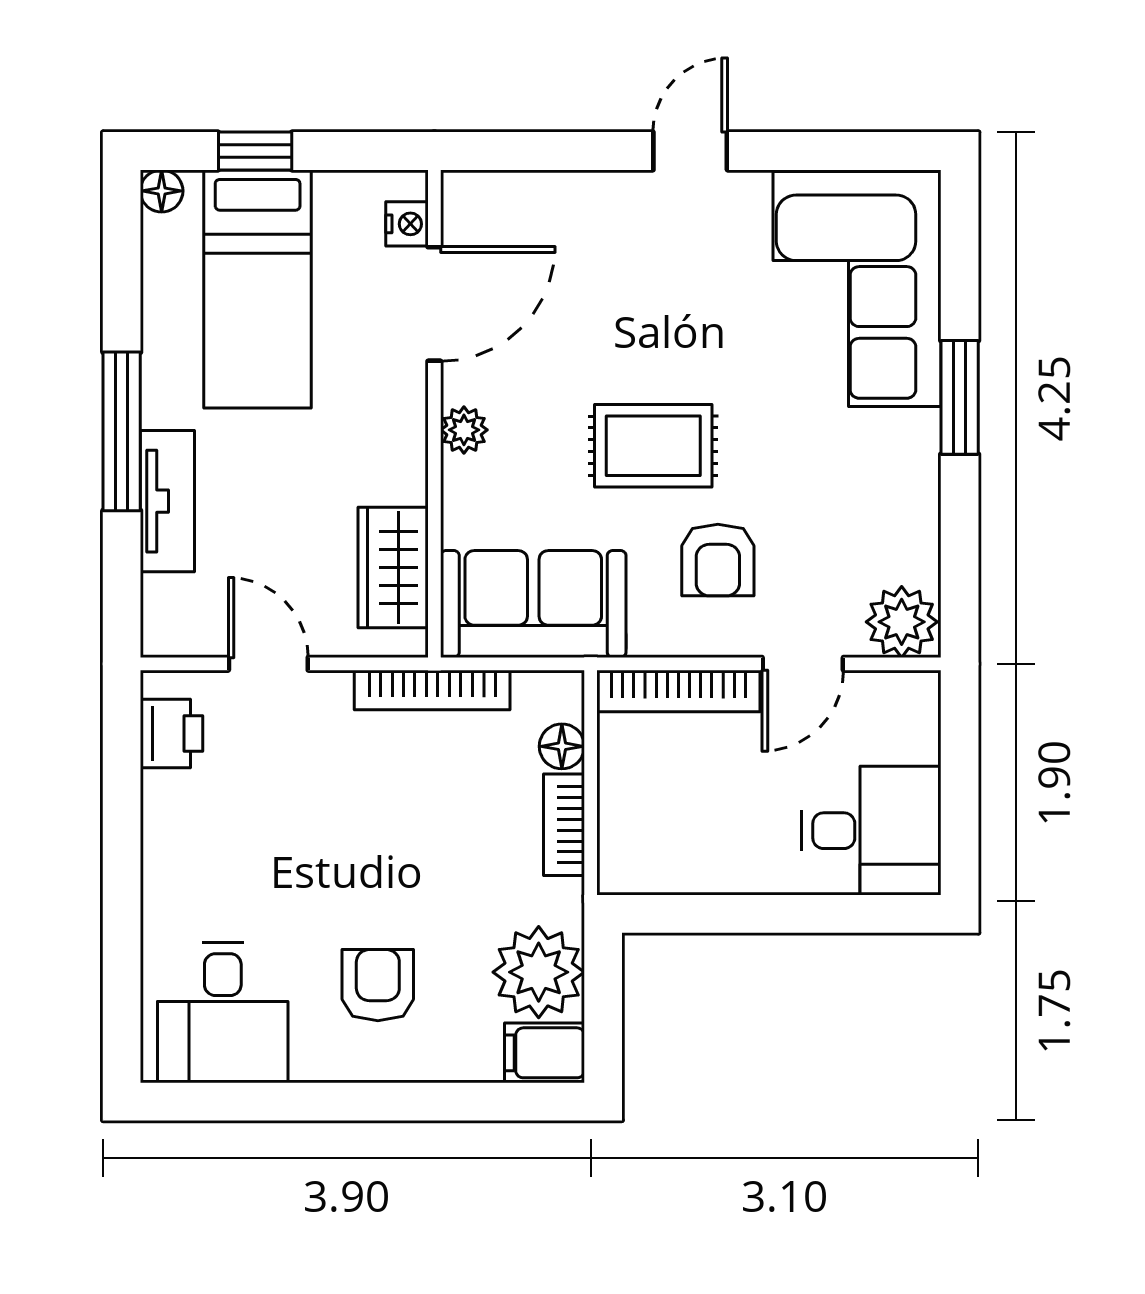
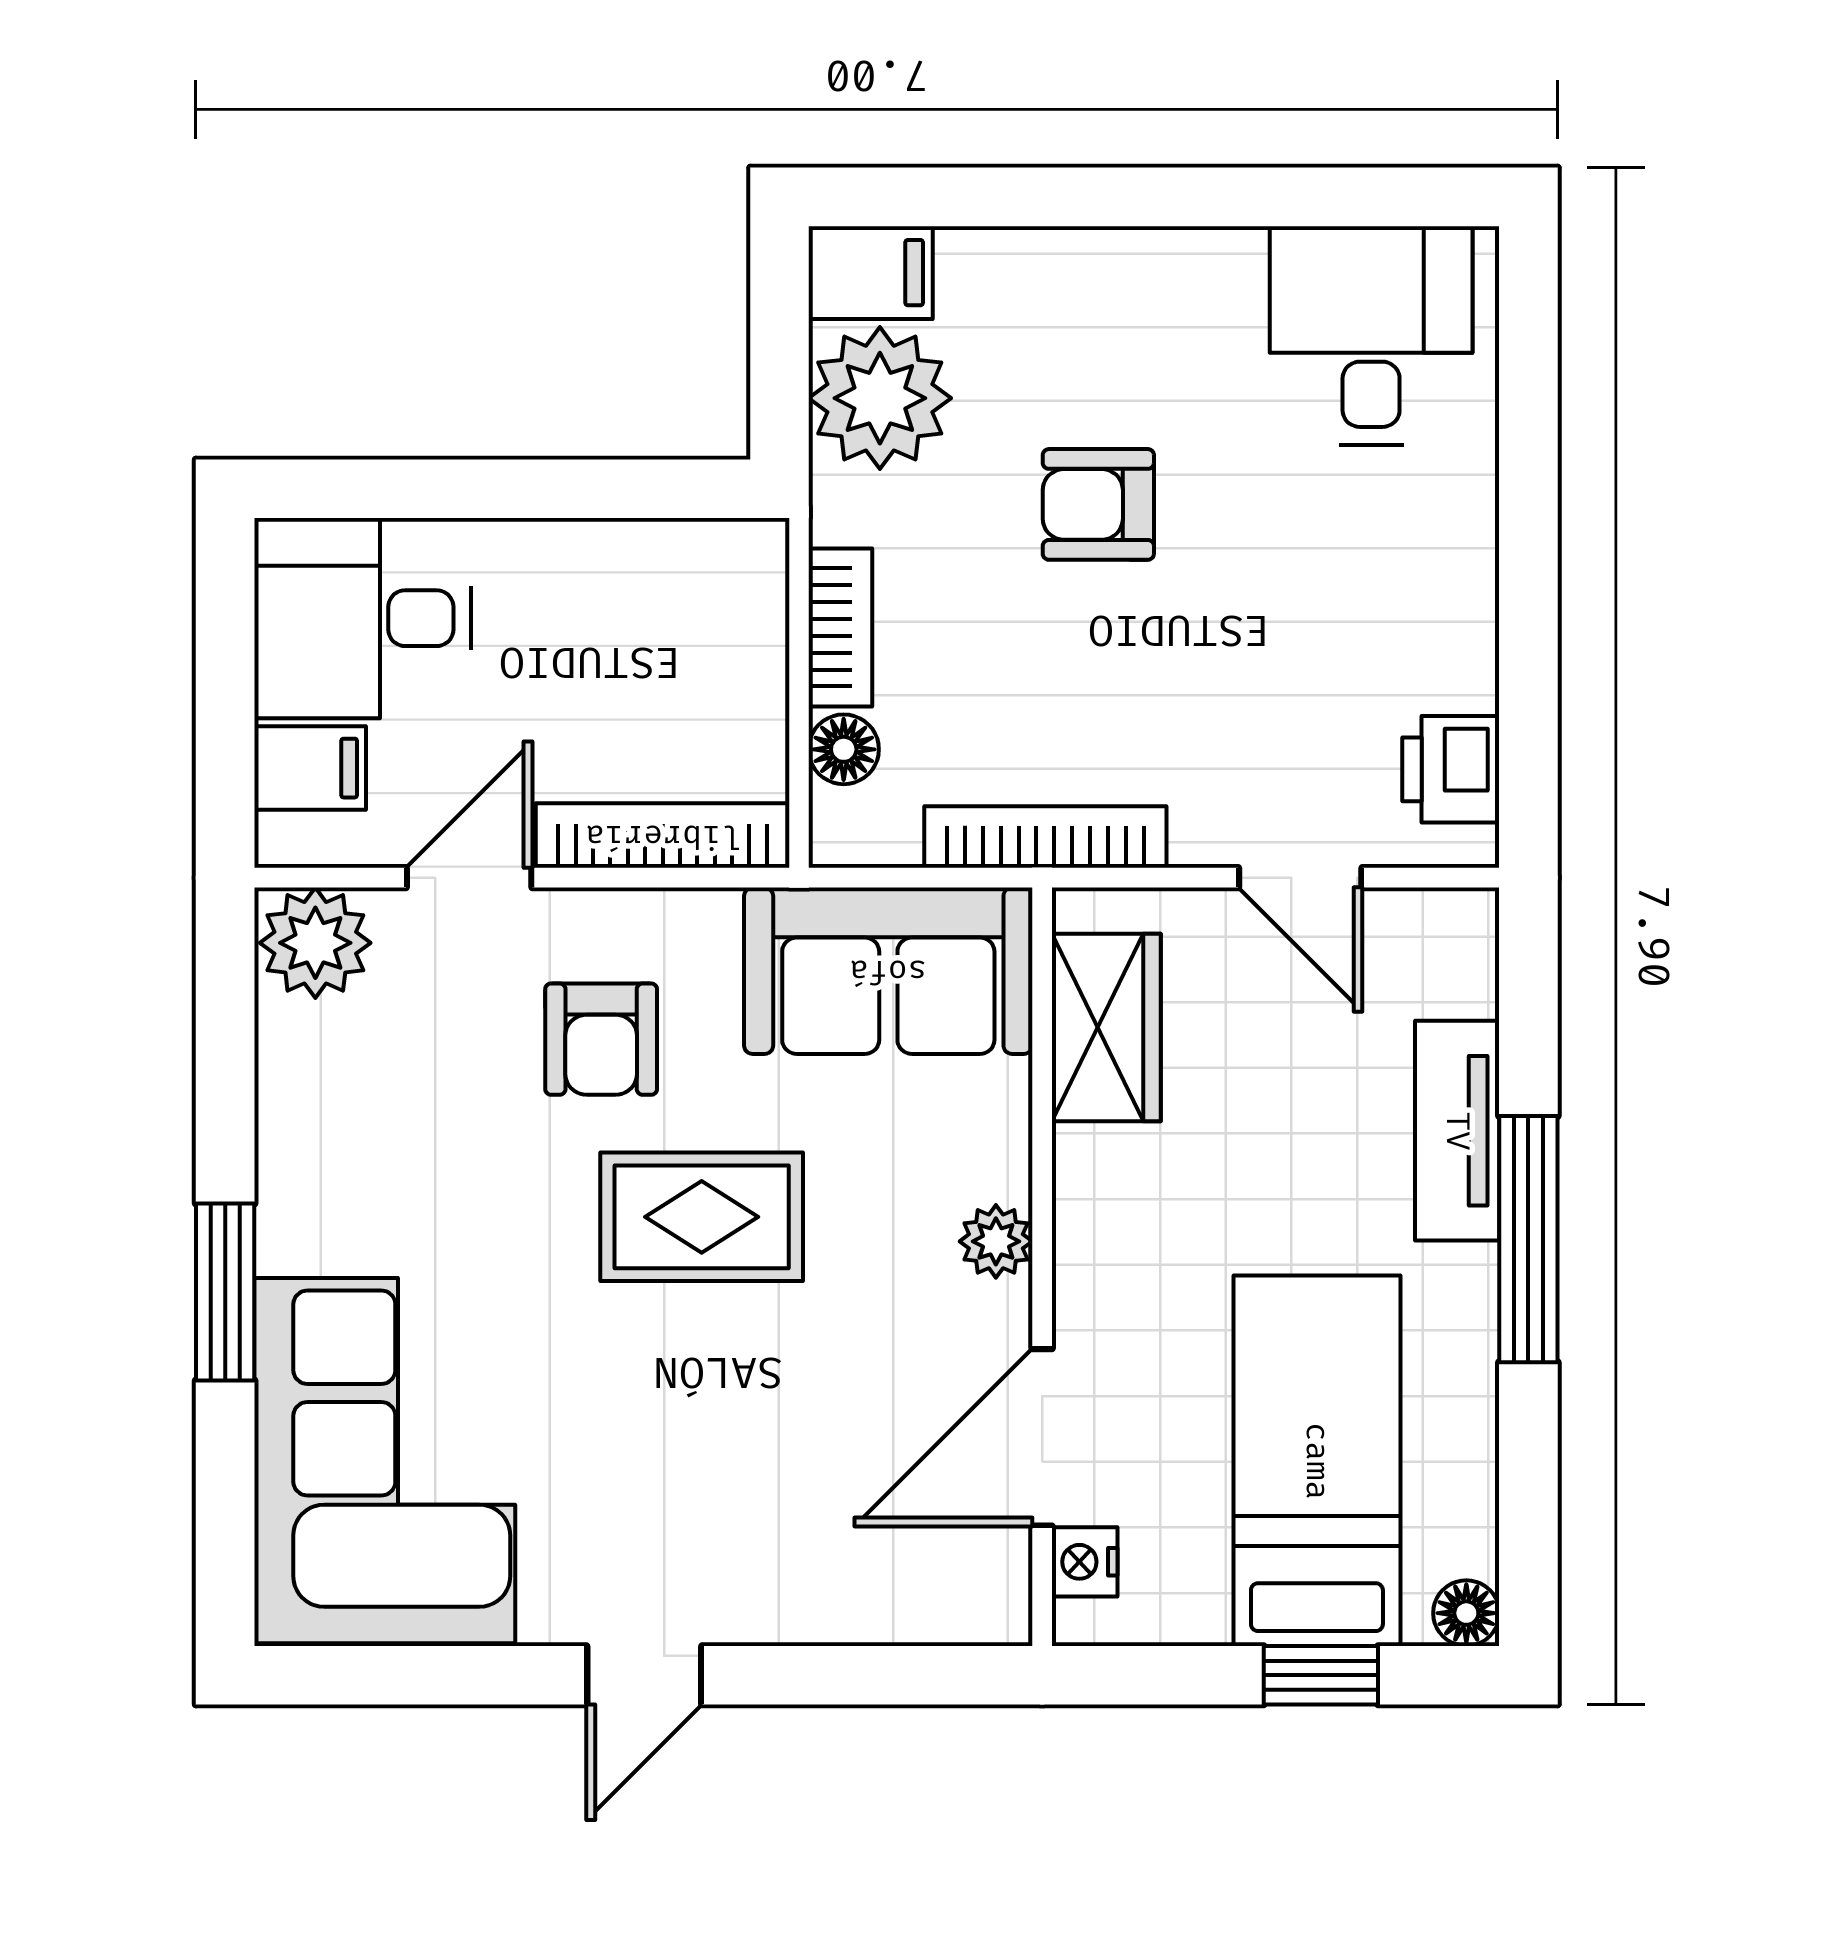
armchair: (718, 560) -> (601, 1039), turned 180
filing cabinet: (905, 734) -> (310, 768), added
armchair: (378, 985) -> (1098, 504), moved, turned 90

